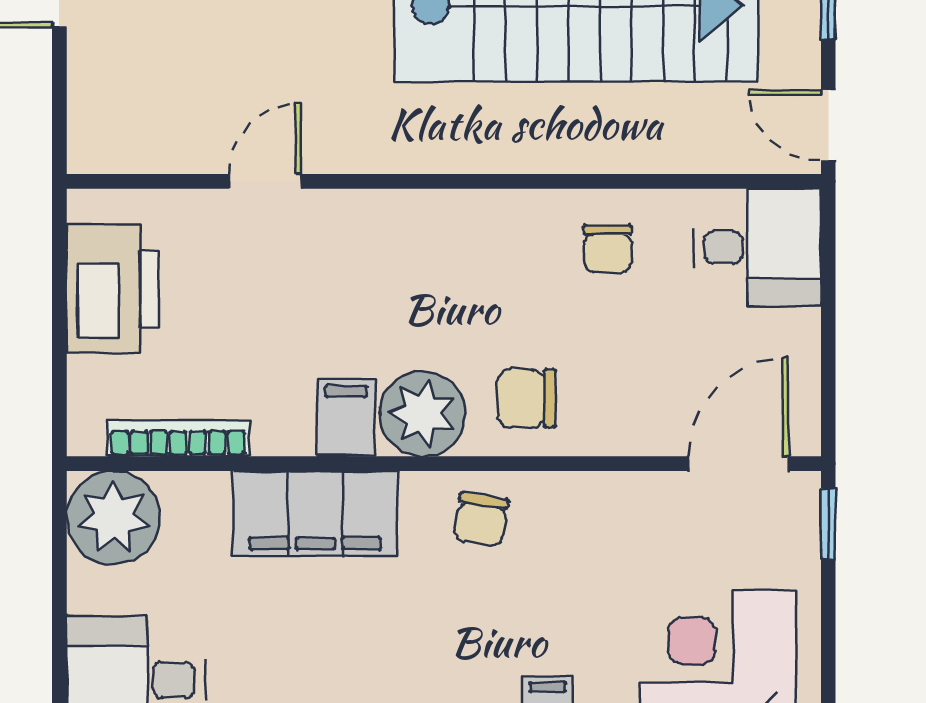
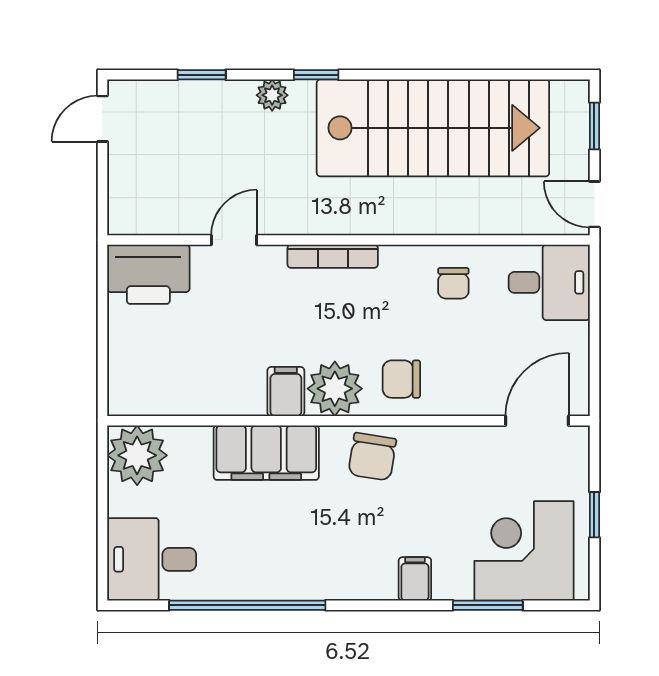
printer: (113, 289) -> (148, 274), moved, turned 90
bookcase: (178, 438) -> (333, 256), moved, turned 180
chair: (481, 520) -> (372, 457), width x1.37, depth x1.37
window: (828, 524) -> (594, 515), moved

